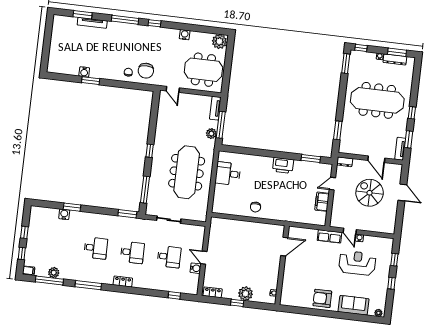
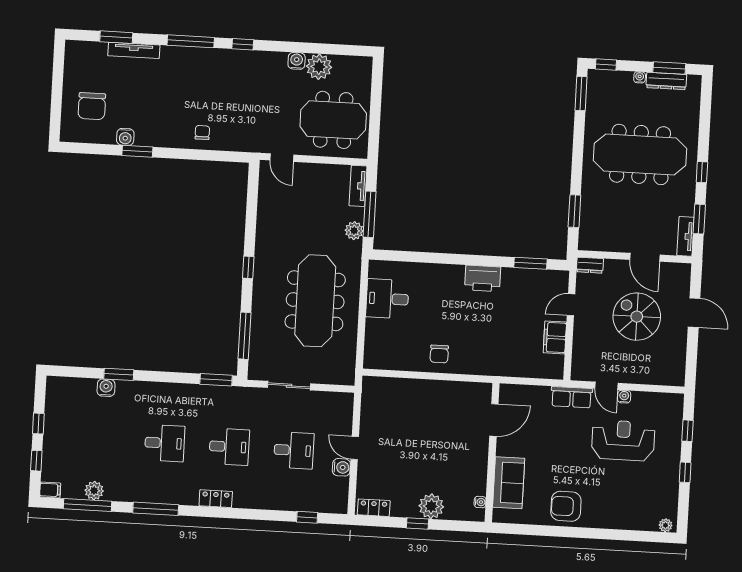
plant: (219, 41) -> (319, 67), moved
chair: (146, 71) -> (92, 106), moved
sofa: (354, 305) -> (509, 483), moved, turned 90

